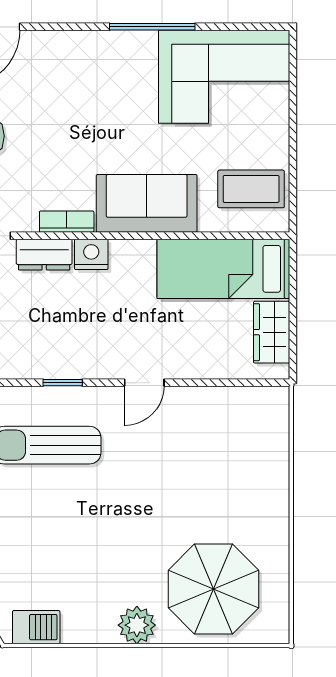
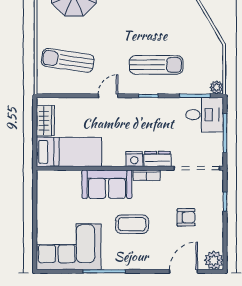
coffee table: (251, 189) -> (132, 224), moved
sun lounger: (226, 454) -> (68, 60), added

